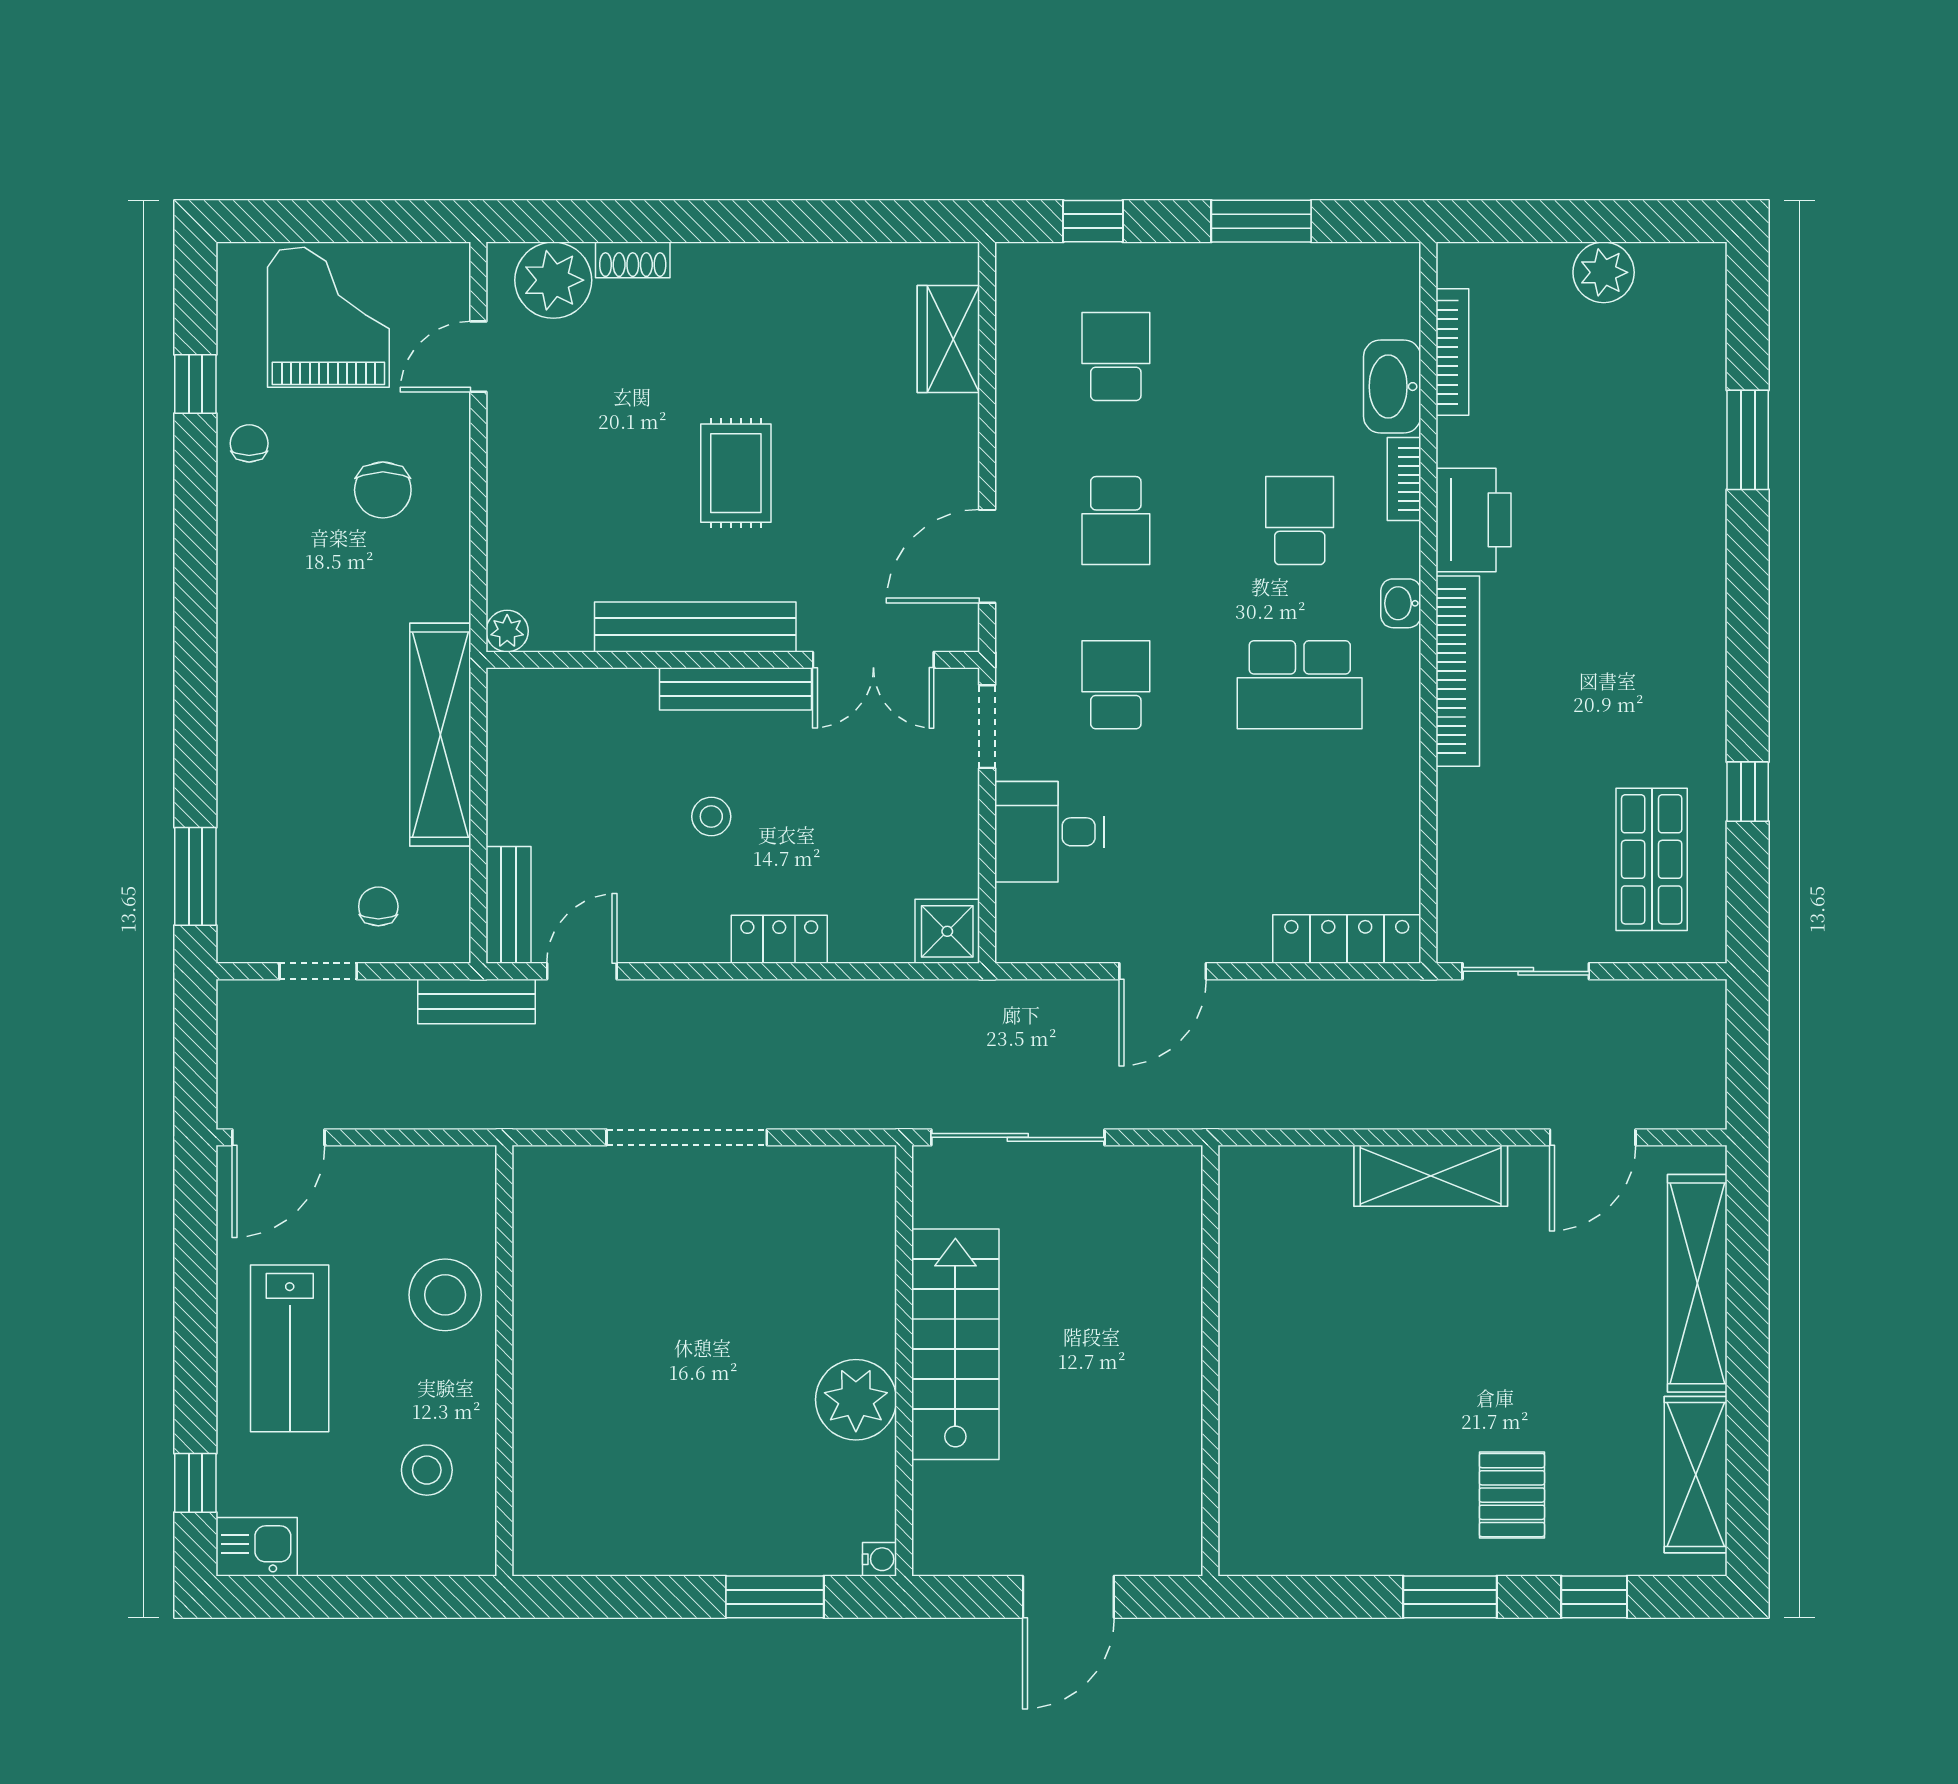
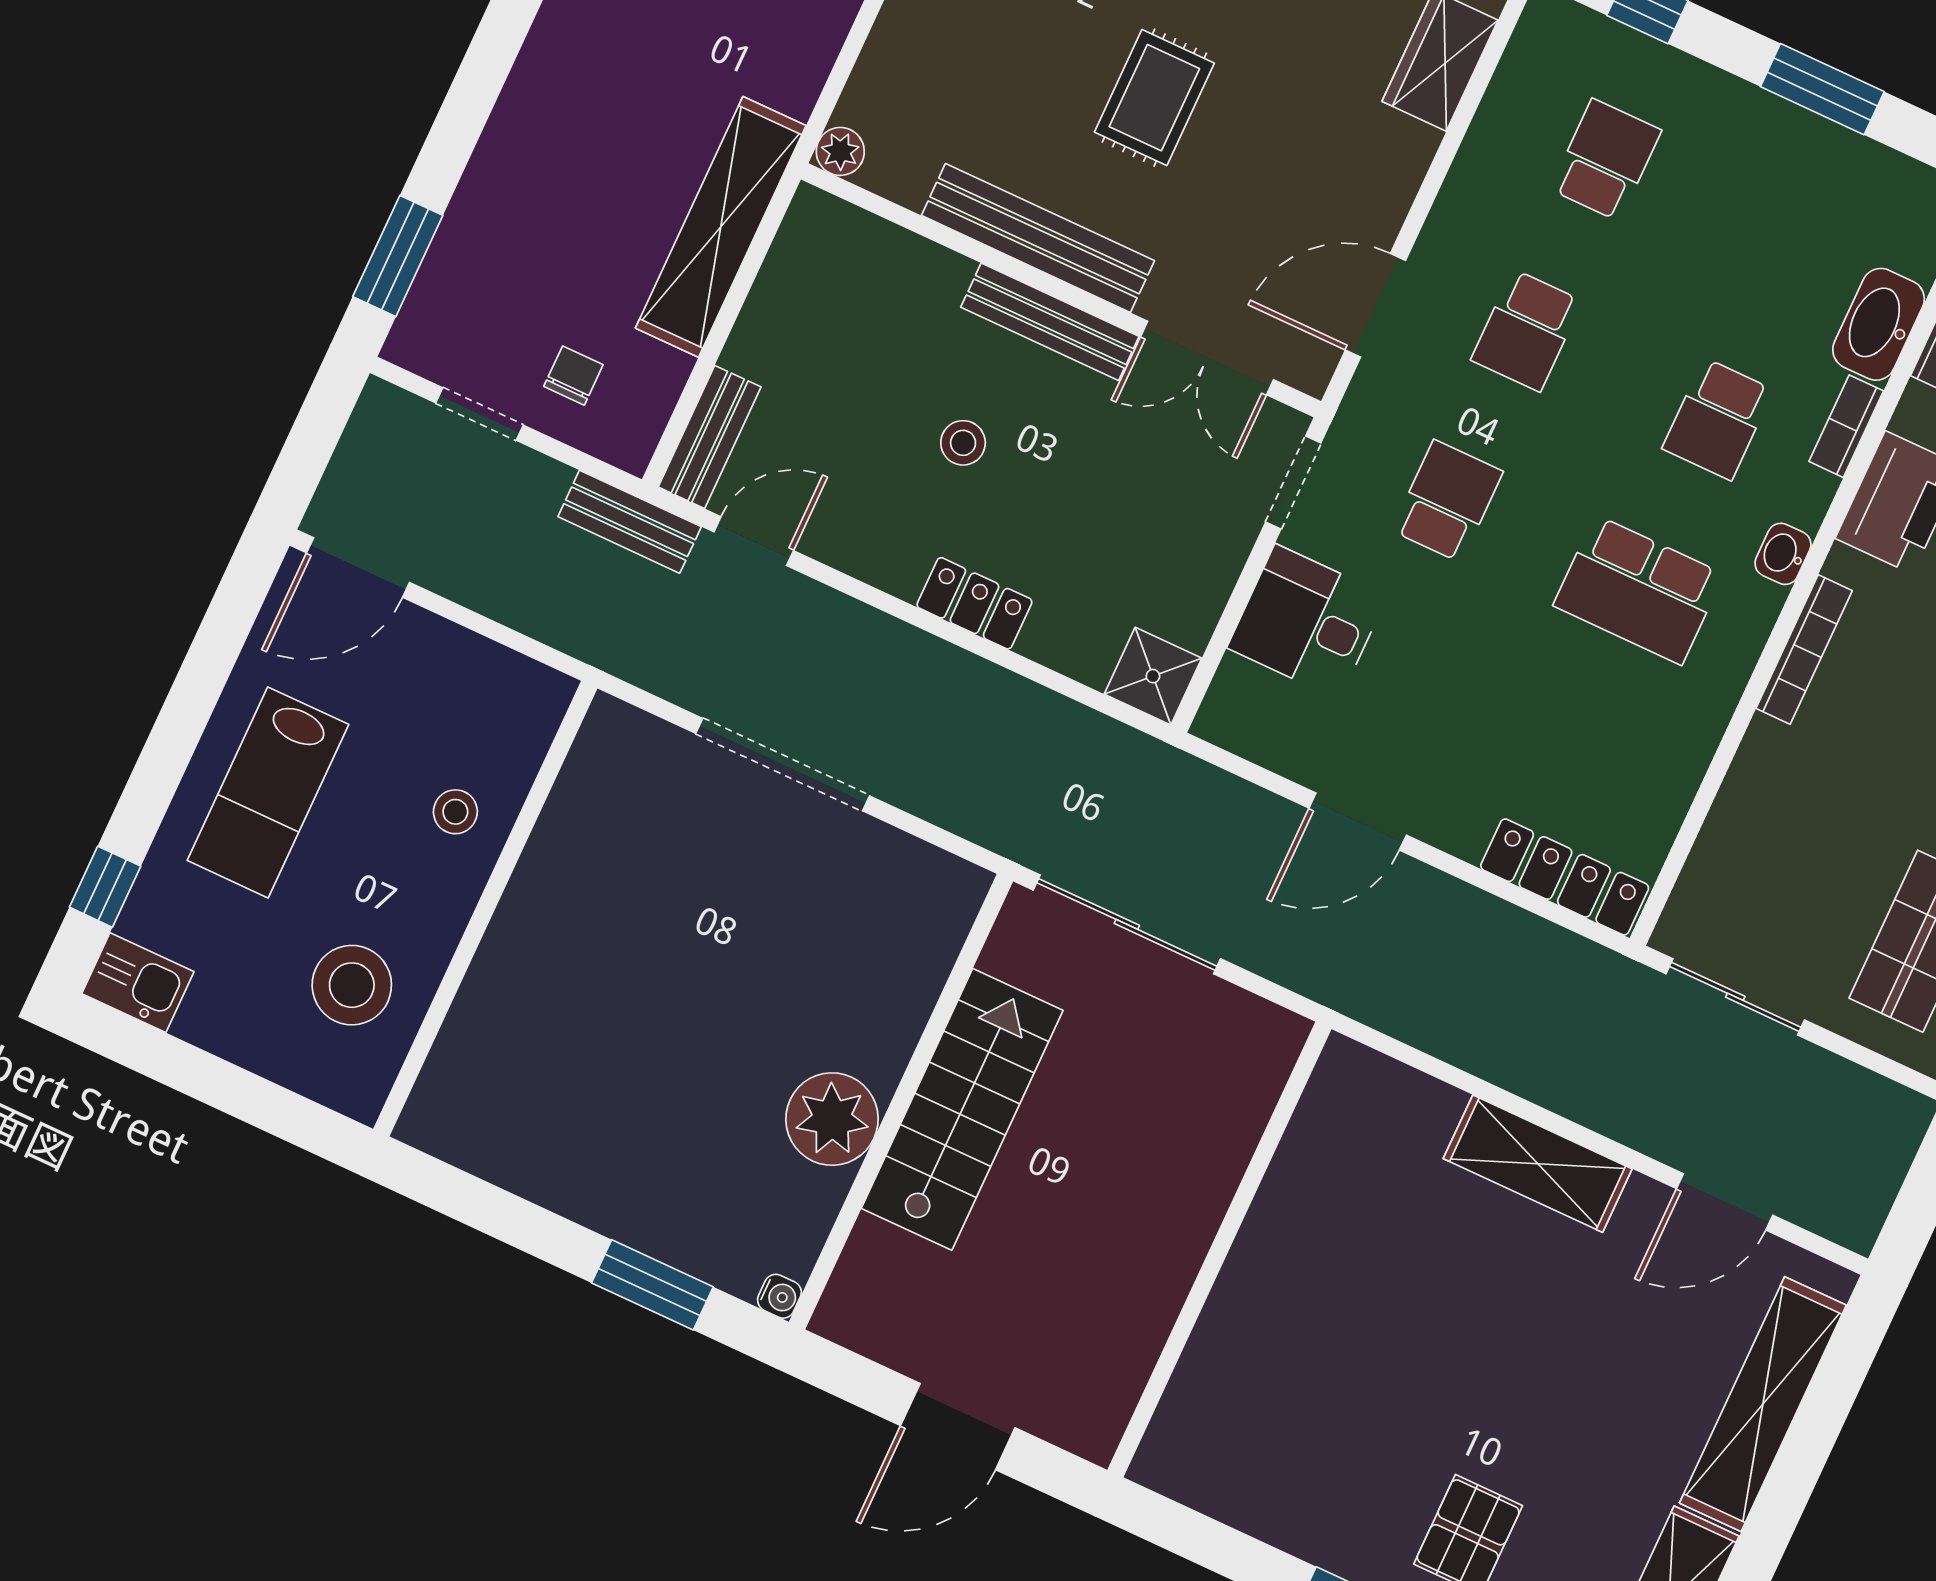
school desk: (1300, 521) -> (1718, 419), turned 180
bookcase: (1458, 671) -> (1804, 650), width x0.68, depth x0.76
stool: (445, 1295) -> (455, 812), width x0.53, depth x0.53
stool: (427, 1470) -> (352, 985), width x1.38, depth x1.38

